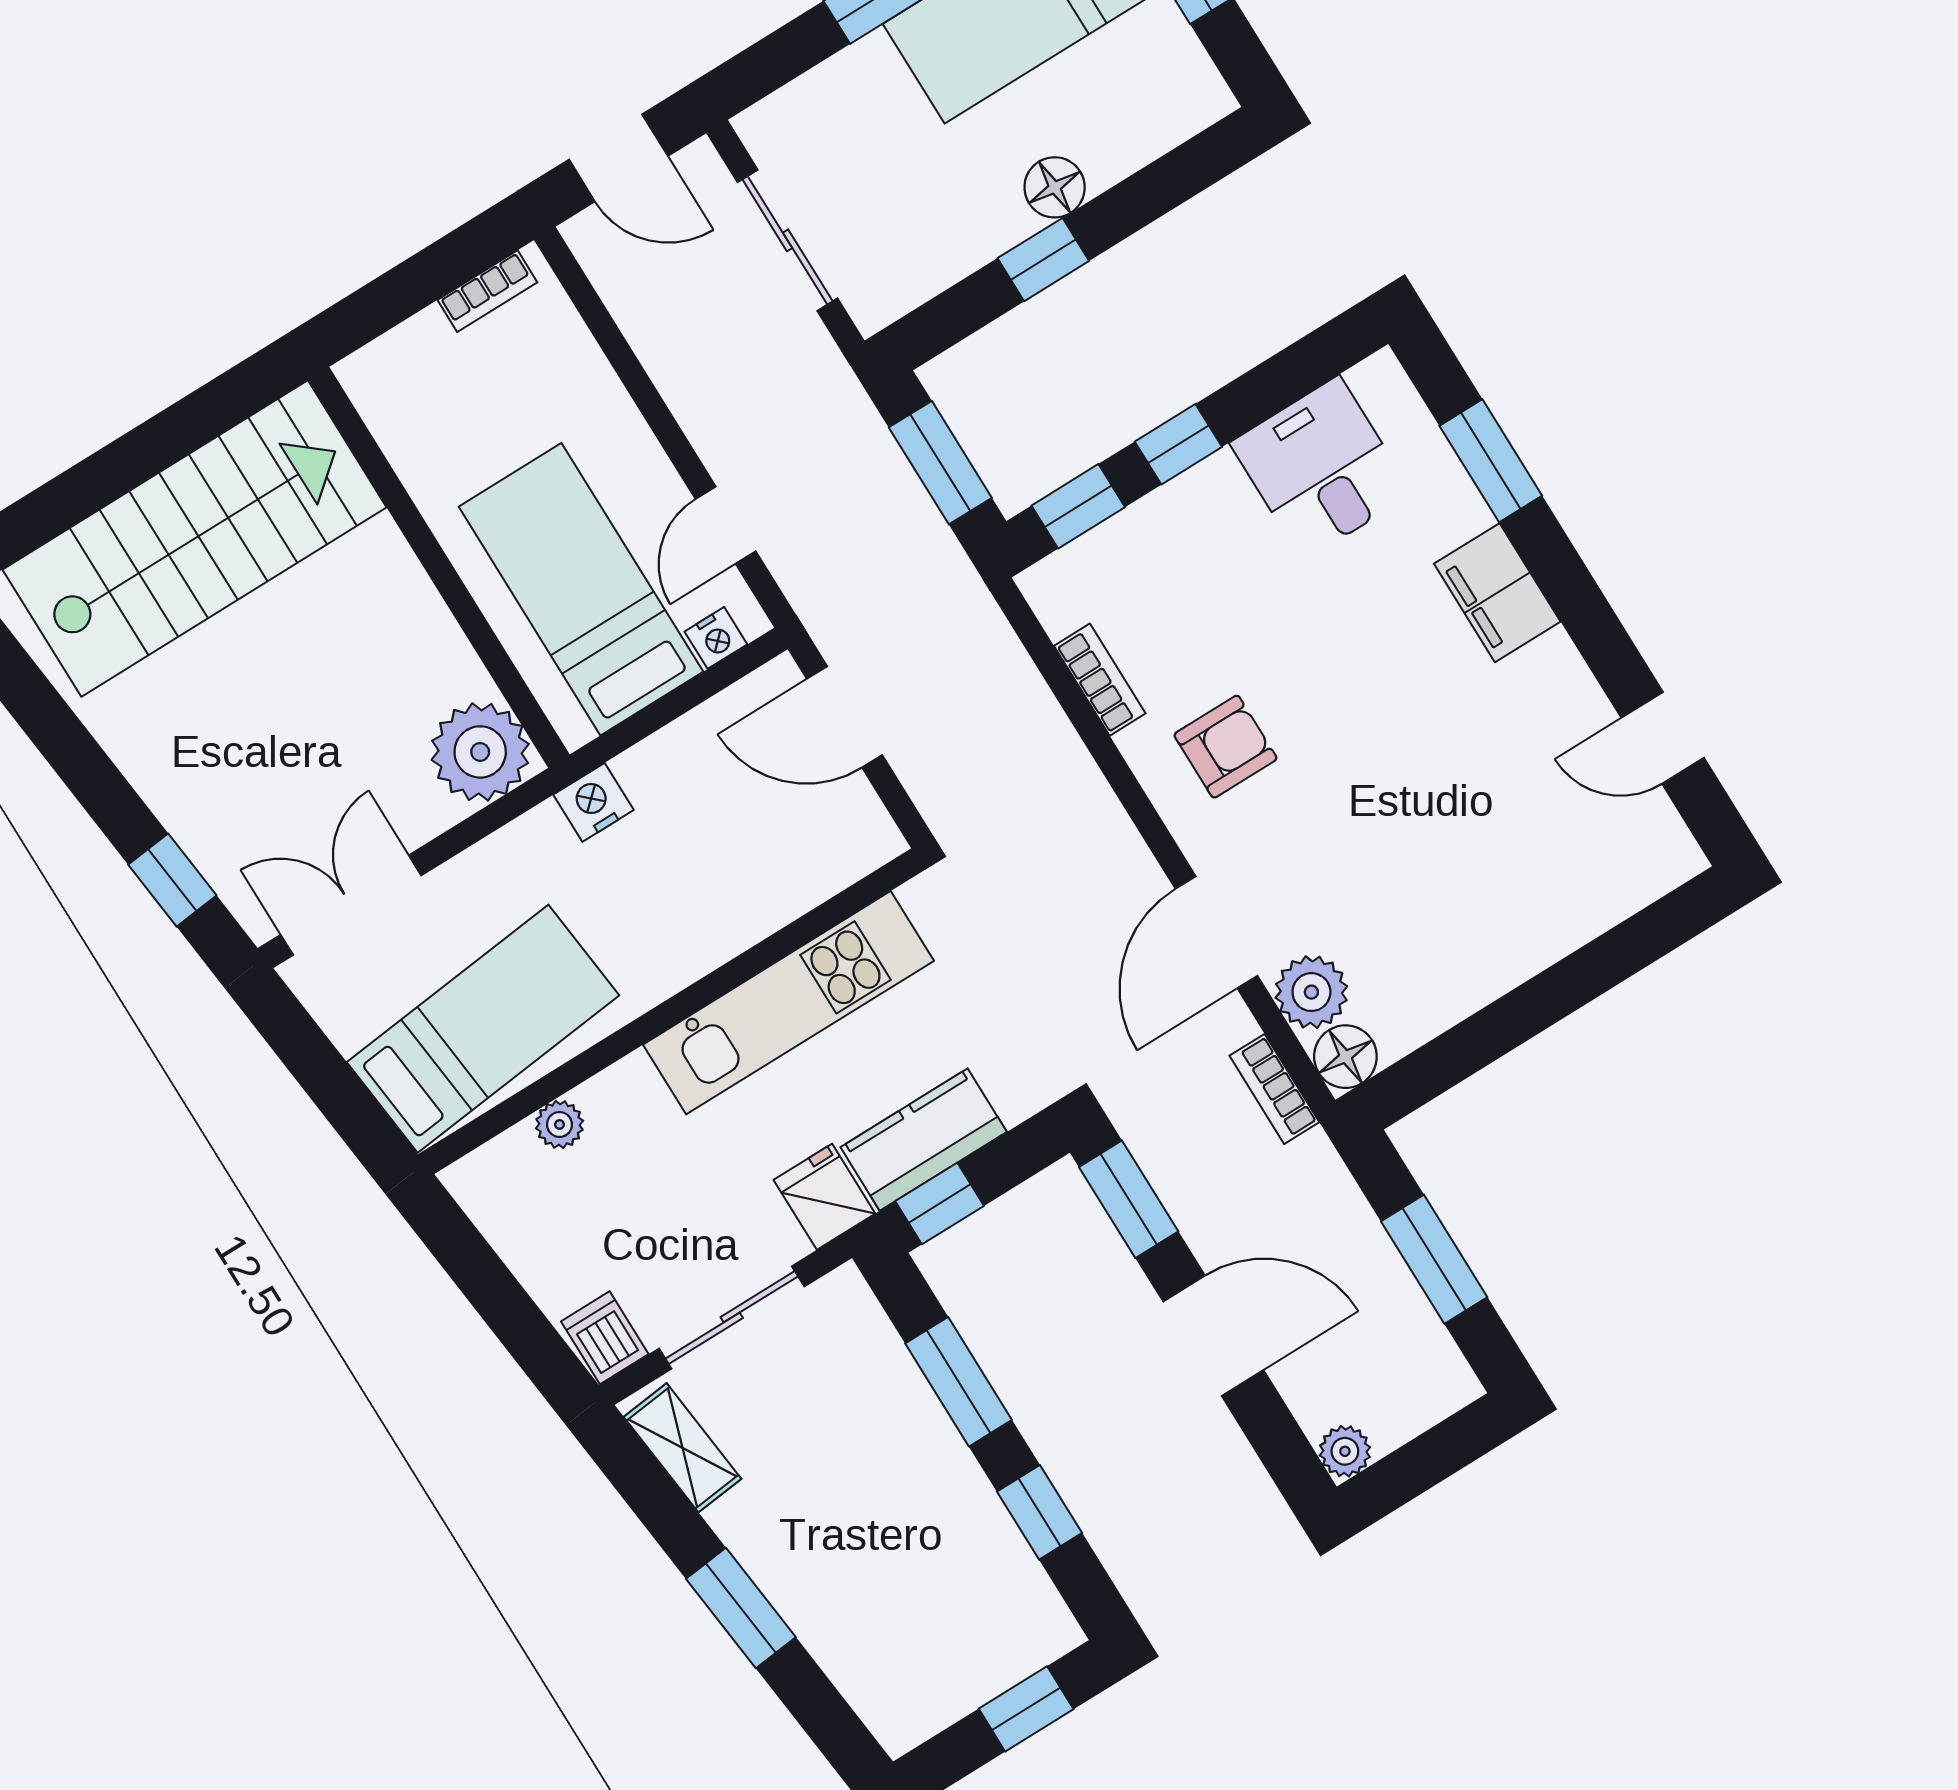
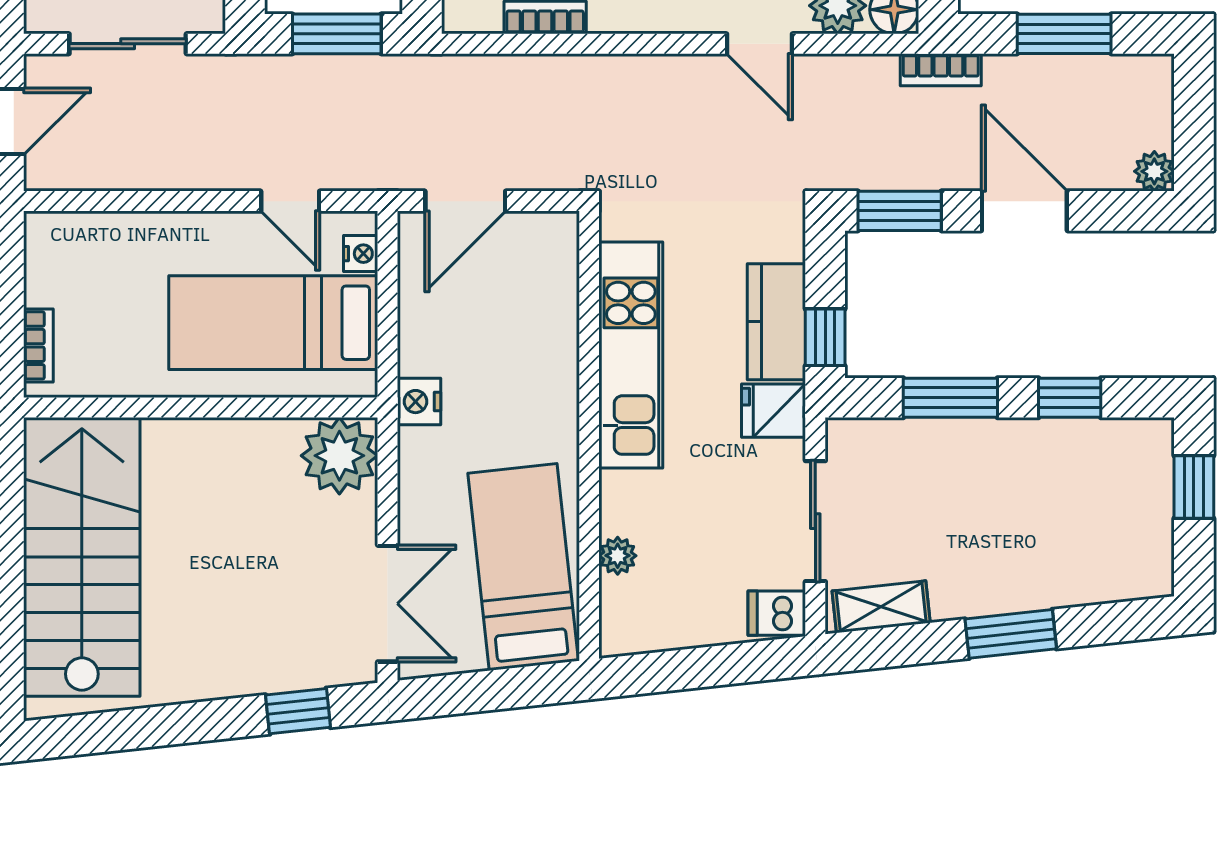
bookcase: (487, 291) -> (38, 345), moved
double door: (351, 905) -> (388, 604), swing flipped
door: (1217, 932) -> (759, 44), width x0.73
bookcase: (1274, 1089) -> (941, 70), moved
door: (1213, 1336) -> (1024, 211), hinge flipped

